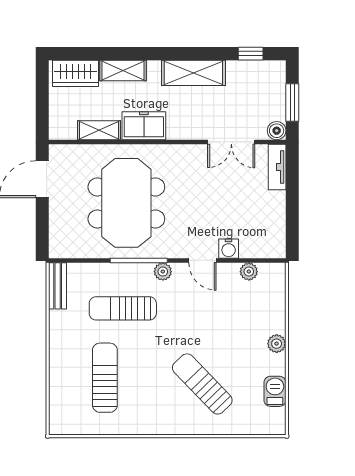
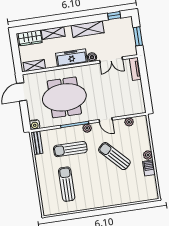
freezer: (144, 126) -> (72, 58), width x1.40
shelving: (99, 130) -> (34, 66), moved
boiler: (277, 131) -> (92, 57), moved
meeting table: (126, 203) -> (64, 97), turned 90
water cooler: (229, 249) -> (35, 125), moved
sun lounger: (202, 384) -> (114, 156), moved
barbecue: (275, 391) -> (149, 168), moved

